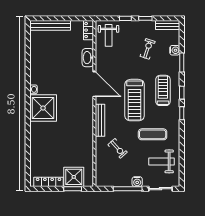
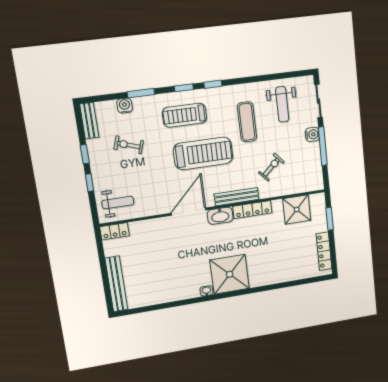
washbasin: (88, 58) -> (220, 216), moved
locker: (89, 131) -> (252, 210), added
shower: (74, 177) -> (297, 210), moved

